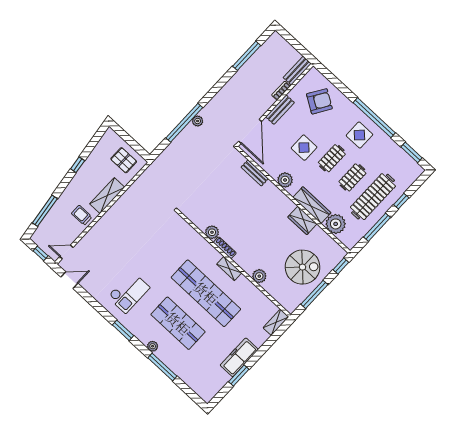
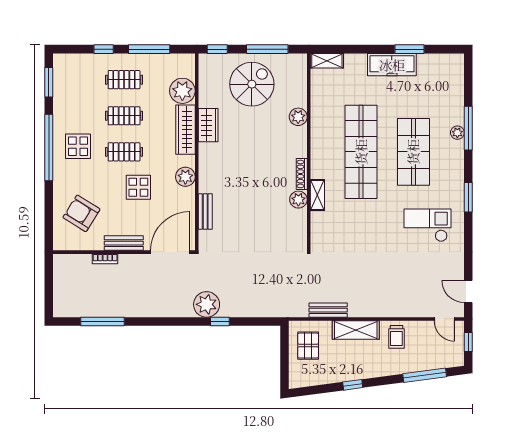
bench: (297, 71) -> (328, 310), moved
plant: (198, 121) -> (207, 304), width x1.88, depth x1.88
window: (184, 123) -> (220, 322), width x0.32
clothes rail: (373, 197) -> (124, 80), width x0.54, depth x0.76
spiral stairs: (303, 267) -> (252, 84), turned 90
shelving: (229, 269) -> (317, 195), moved
plant: (153, 346) -> (457, 133), moved

